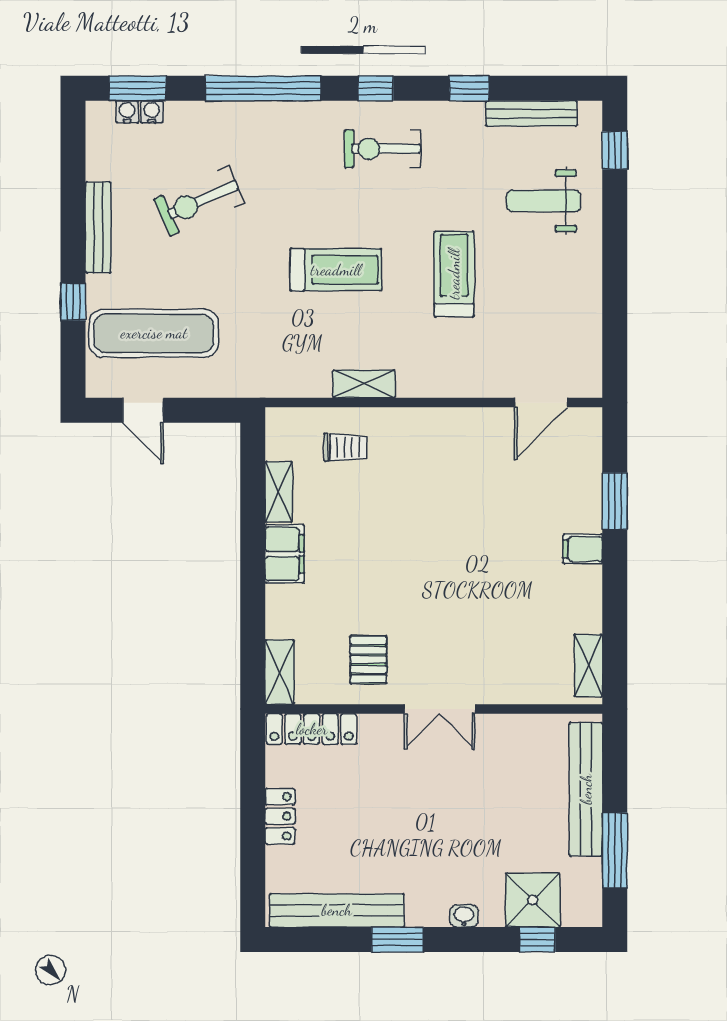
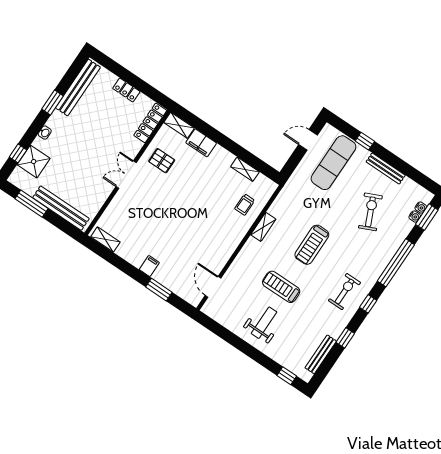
weight bench: (544, 201) -> (264, 323), moved
treadmill: (454, 274) -> (281, 287), turned 180
filing cabinet: (285, 554) -> (201, 143), moved

